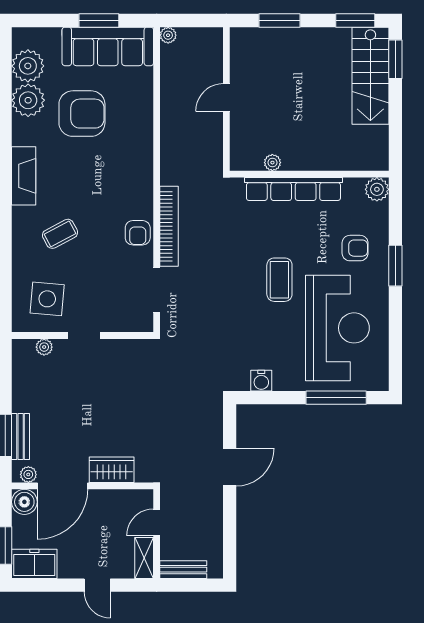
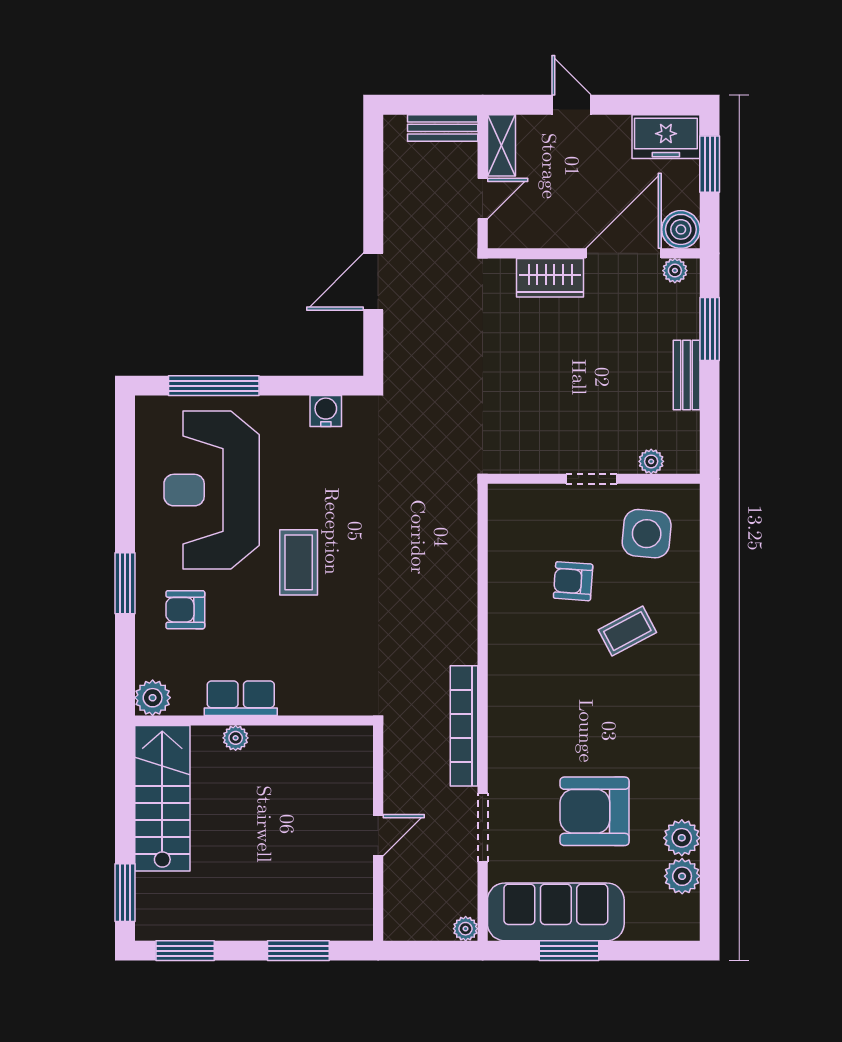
plant: (28, 66) -> (682, 876), width x0.73, depth x0.73
stairs: (370, 76) -> (162, 798), moved
plant: (28, 100) -> (682, 838), width x0.73, depth x0.73
plant: (272, 163) -> (236, 738), moved
fireplace: (24, 176) -> (682, 718), removed
row of seats: (293, 189) -> (241, 698), width x0.50
bookcase: (169, 226) -> (464, 726), moved
armchair: (138, 233) -> (573, 581), moved, turned -86
doorway: (157, 290) -> (483, 828), moved
bench: (21, 437) -> (687, 375), moved

